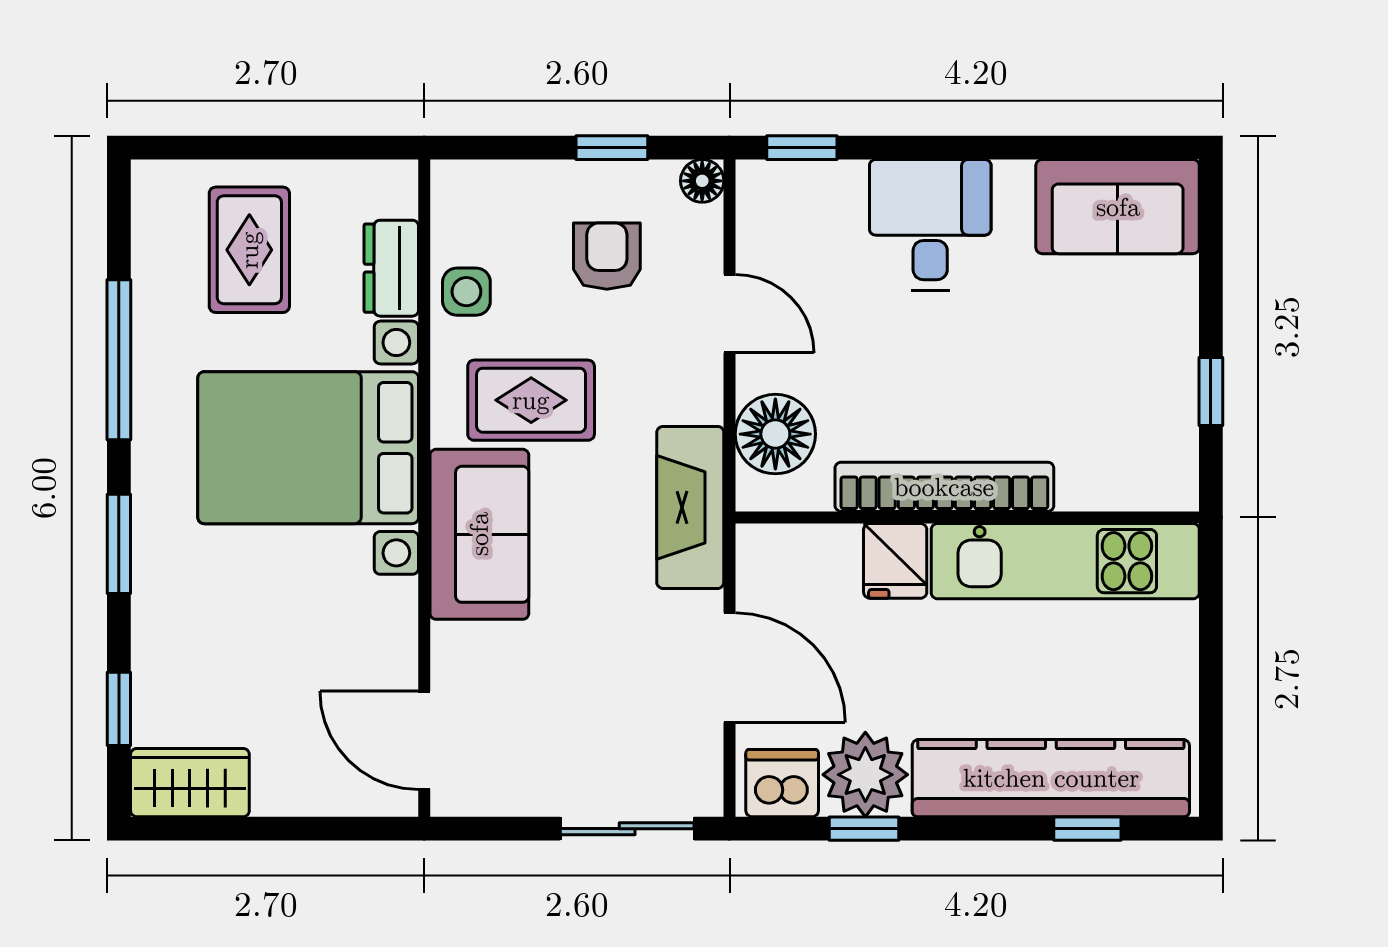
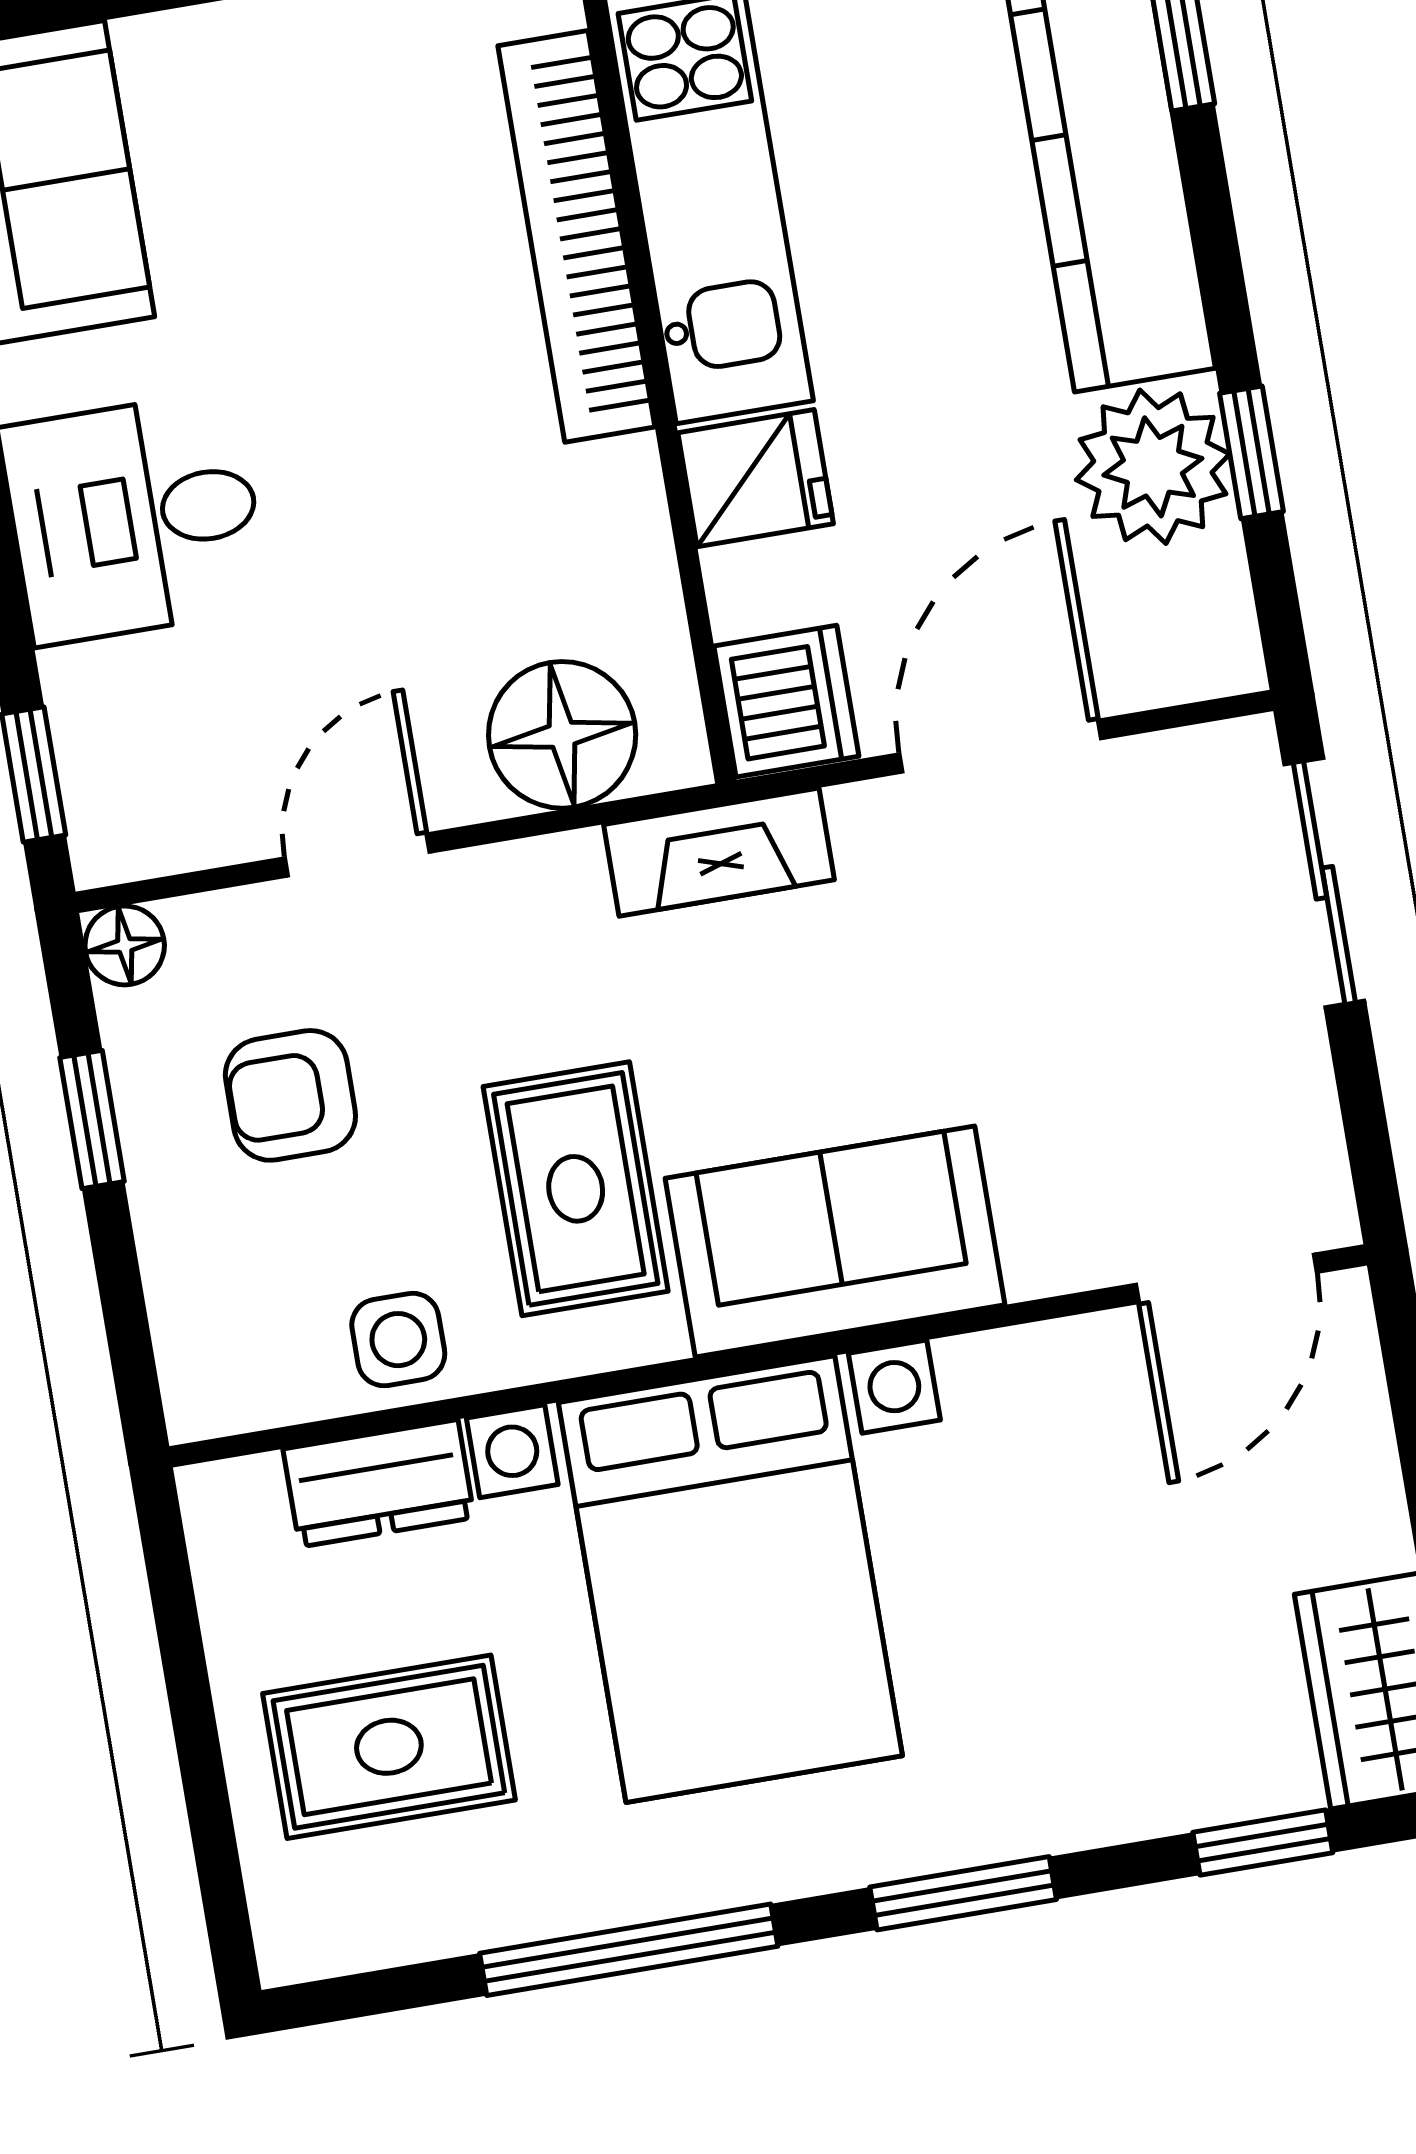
bookcase: (944, 487) -> (576, 236), moved
fireplace: (690, 507) -> (719, 852), width x0.73, depth x0.76
dishwasher: (782, 783) -> (786, 701), moved, turned 180

